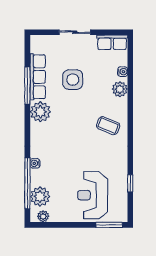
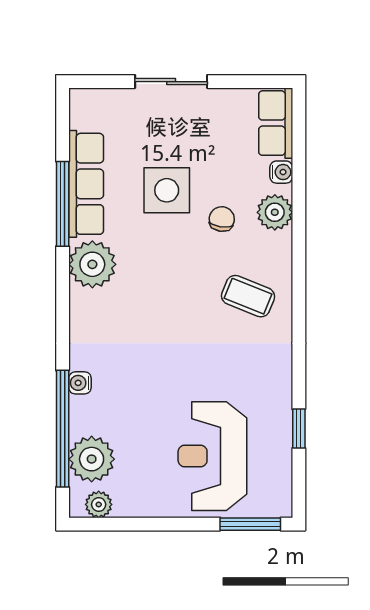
row of seats: (112, 42) -> (276, 123), moved, turned 90
chair: (97, 92) -> (222, 219), added

